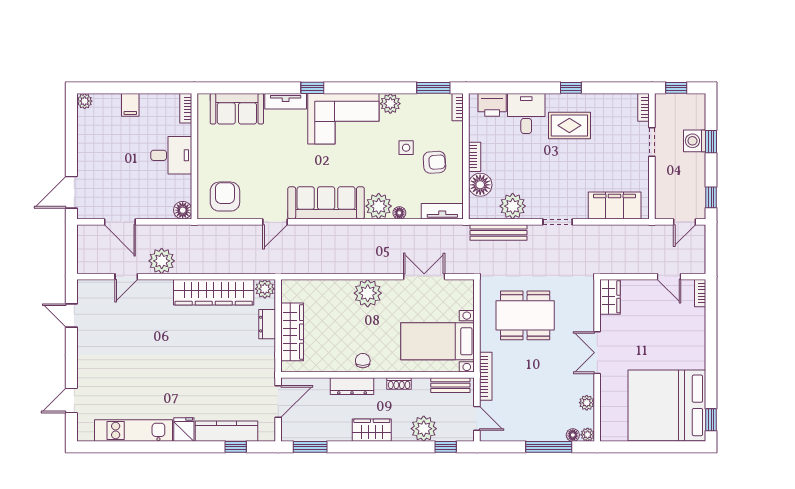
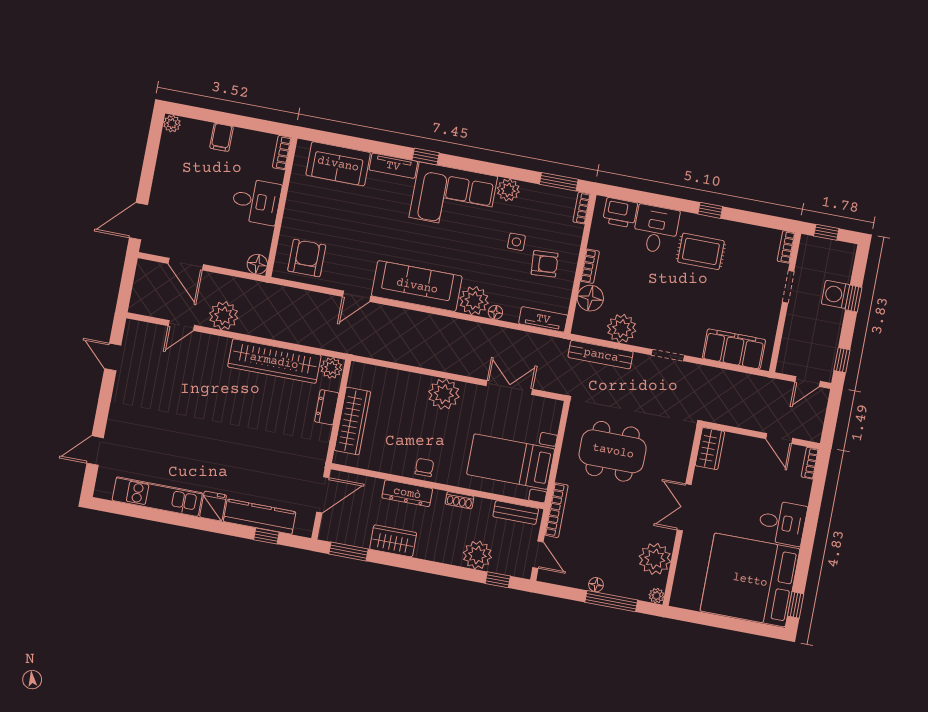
desk: (686, 350) -> (782, 523), added
plant: (587, 403) -> (655, 559), width x1.87, depth x1.87
wardrobe: (372, 430) -> (393, 541), moved
floor lamp: (573, 435) -> (596, 585), moved

